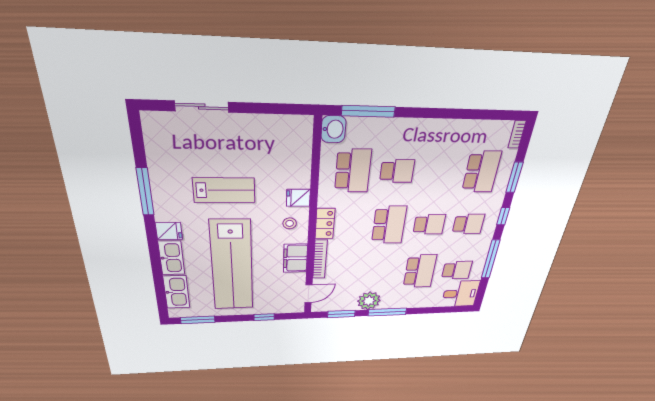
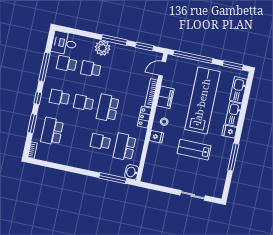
school desk: (420, 271) -> (91, 69), width x0.54
plant: (369, 301) -> (103, 48), moved
window: (264, 317) -> (193, 57), width x3.17

